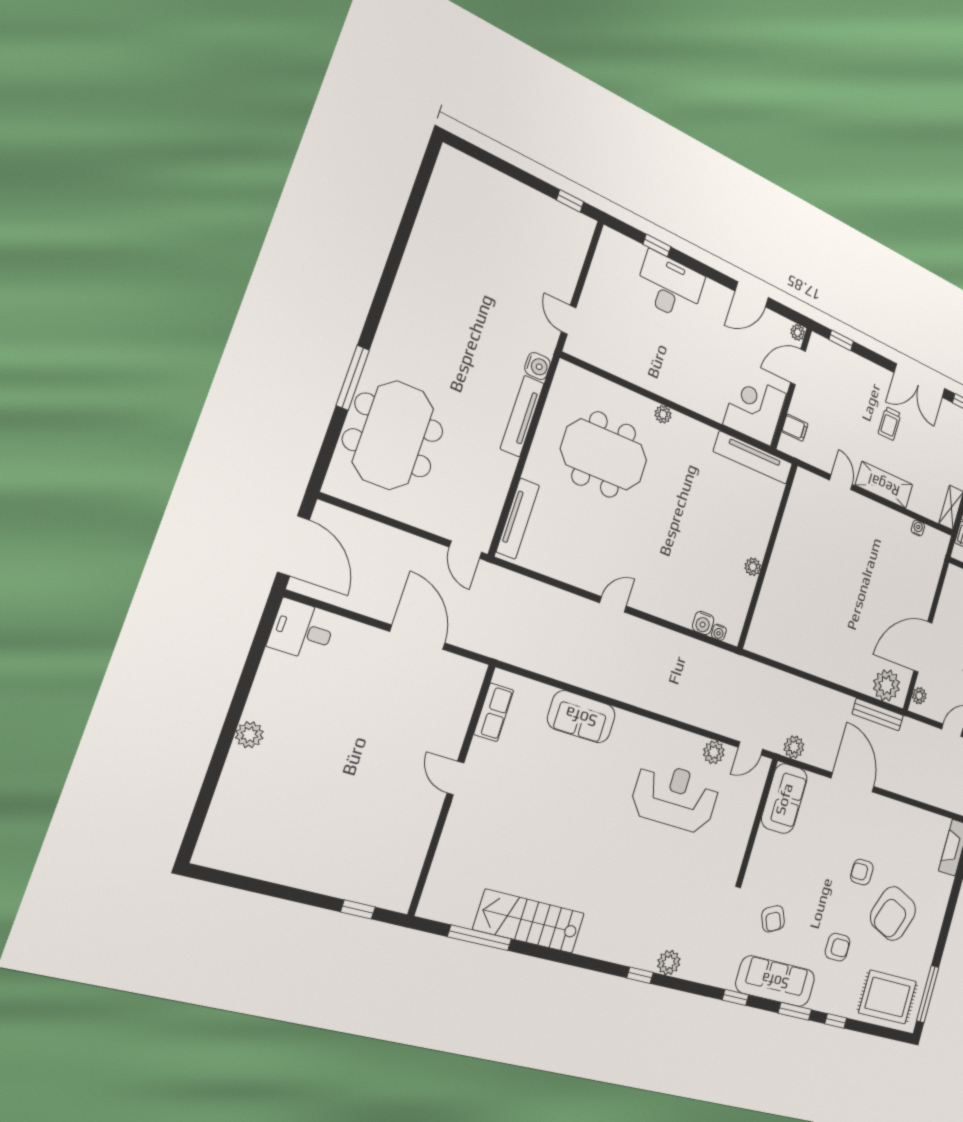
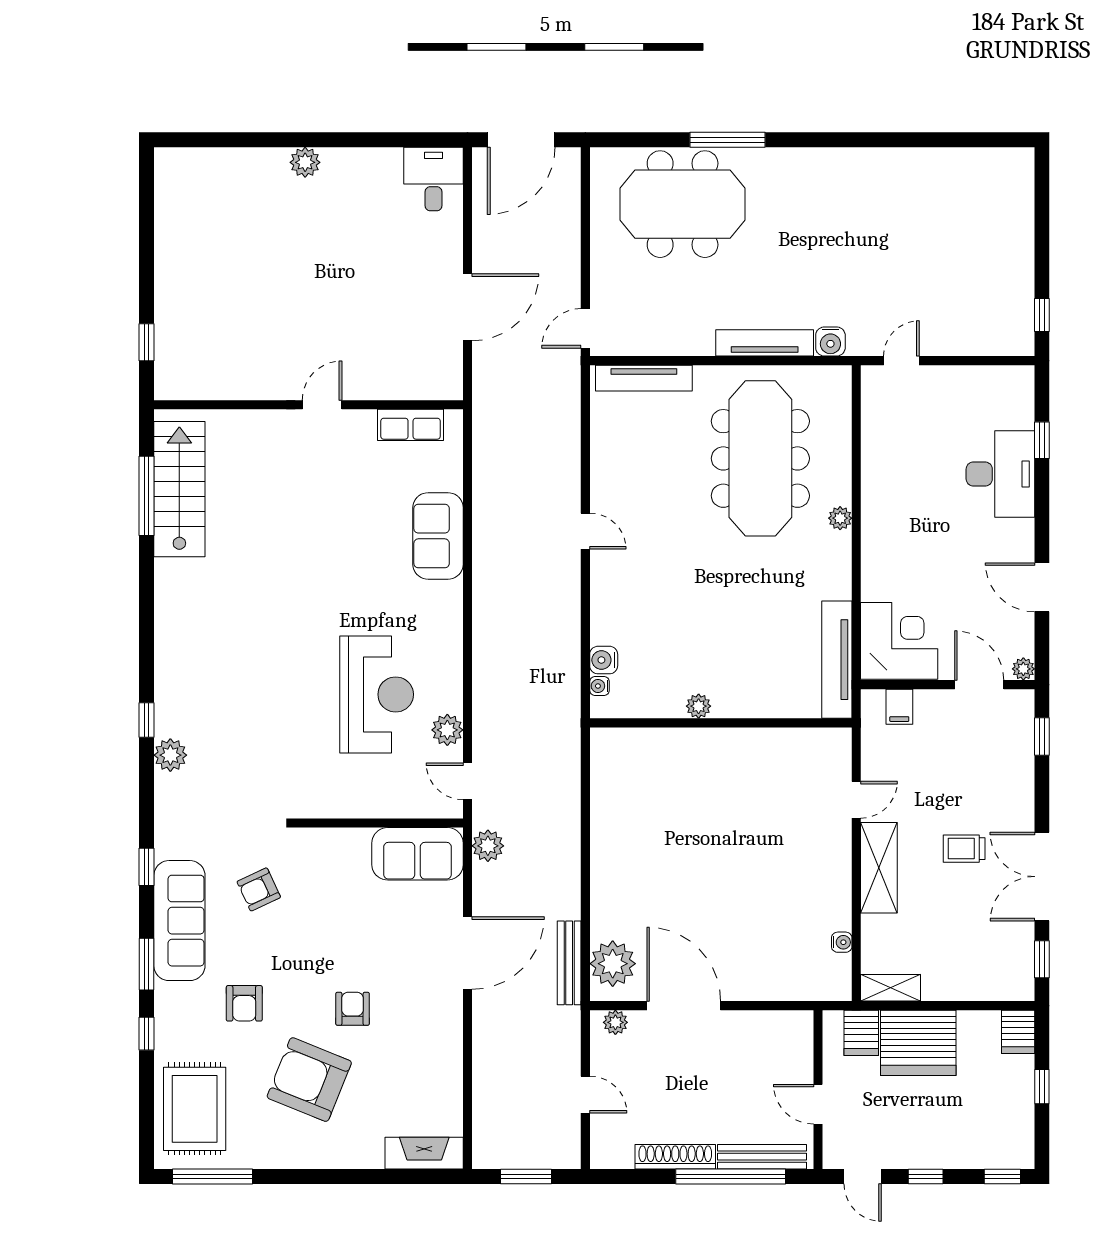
meeting table: (604, 455) -> (760, 458), width x1.36
stairs: (529, 921) -> (179, 489), moved

